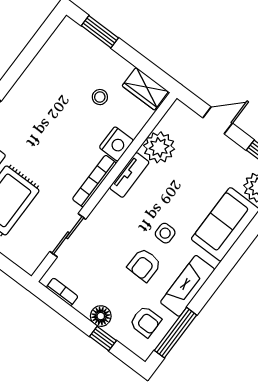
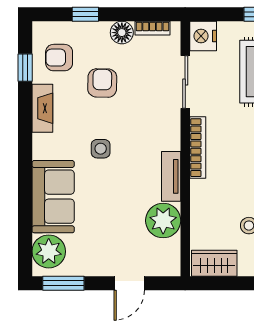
nightstand: (116, 144) -> (203, 36), moved
armchair: (144, 265) -> (102, 83), moved
fireplace: (188, 286) -> (42, 108), width x0.73, depth x0.76
floor lamp: (101, 316) -> (122, 33), moved
window: (175, 333) -> (25, 68), width x0.46

